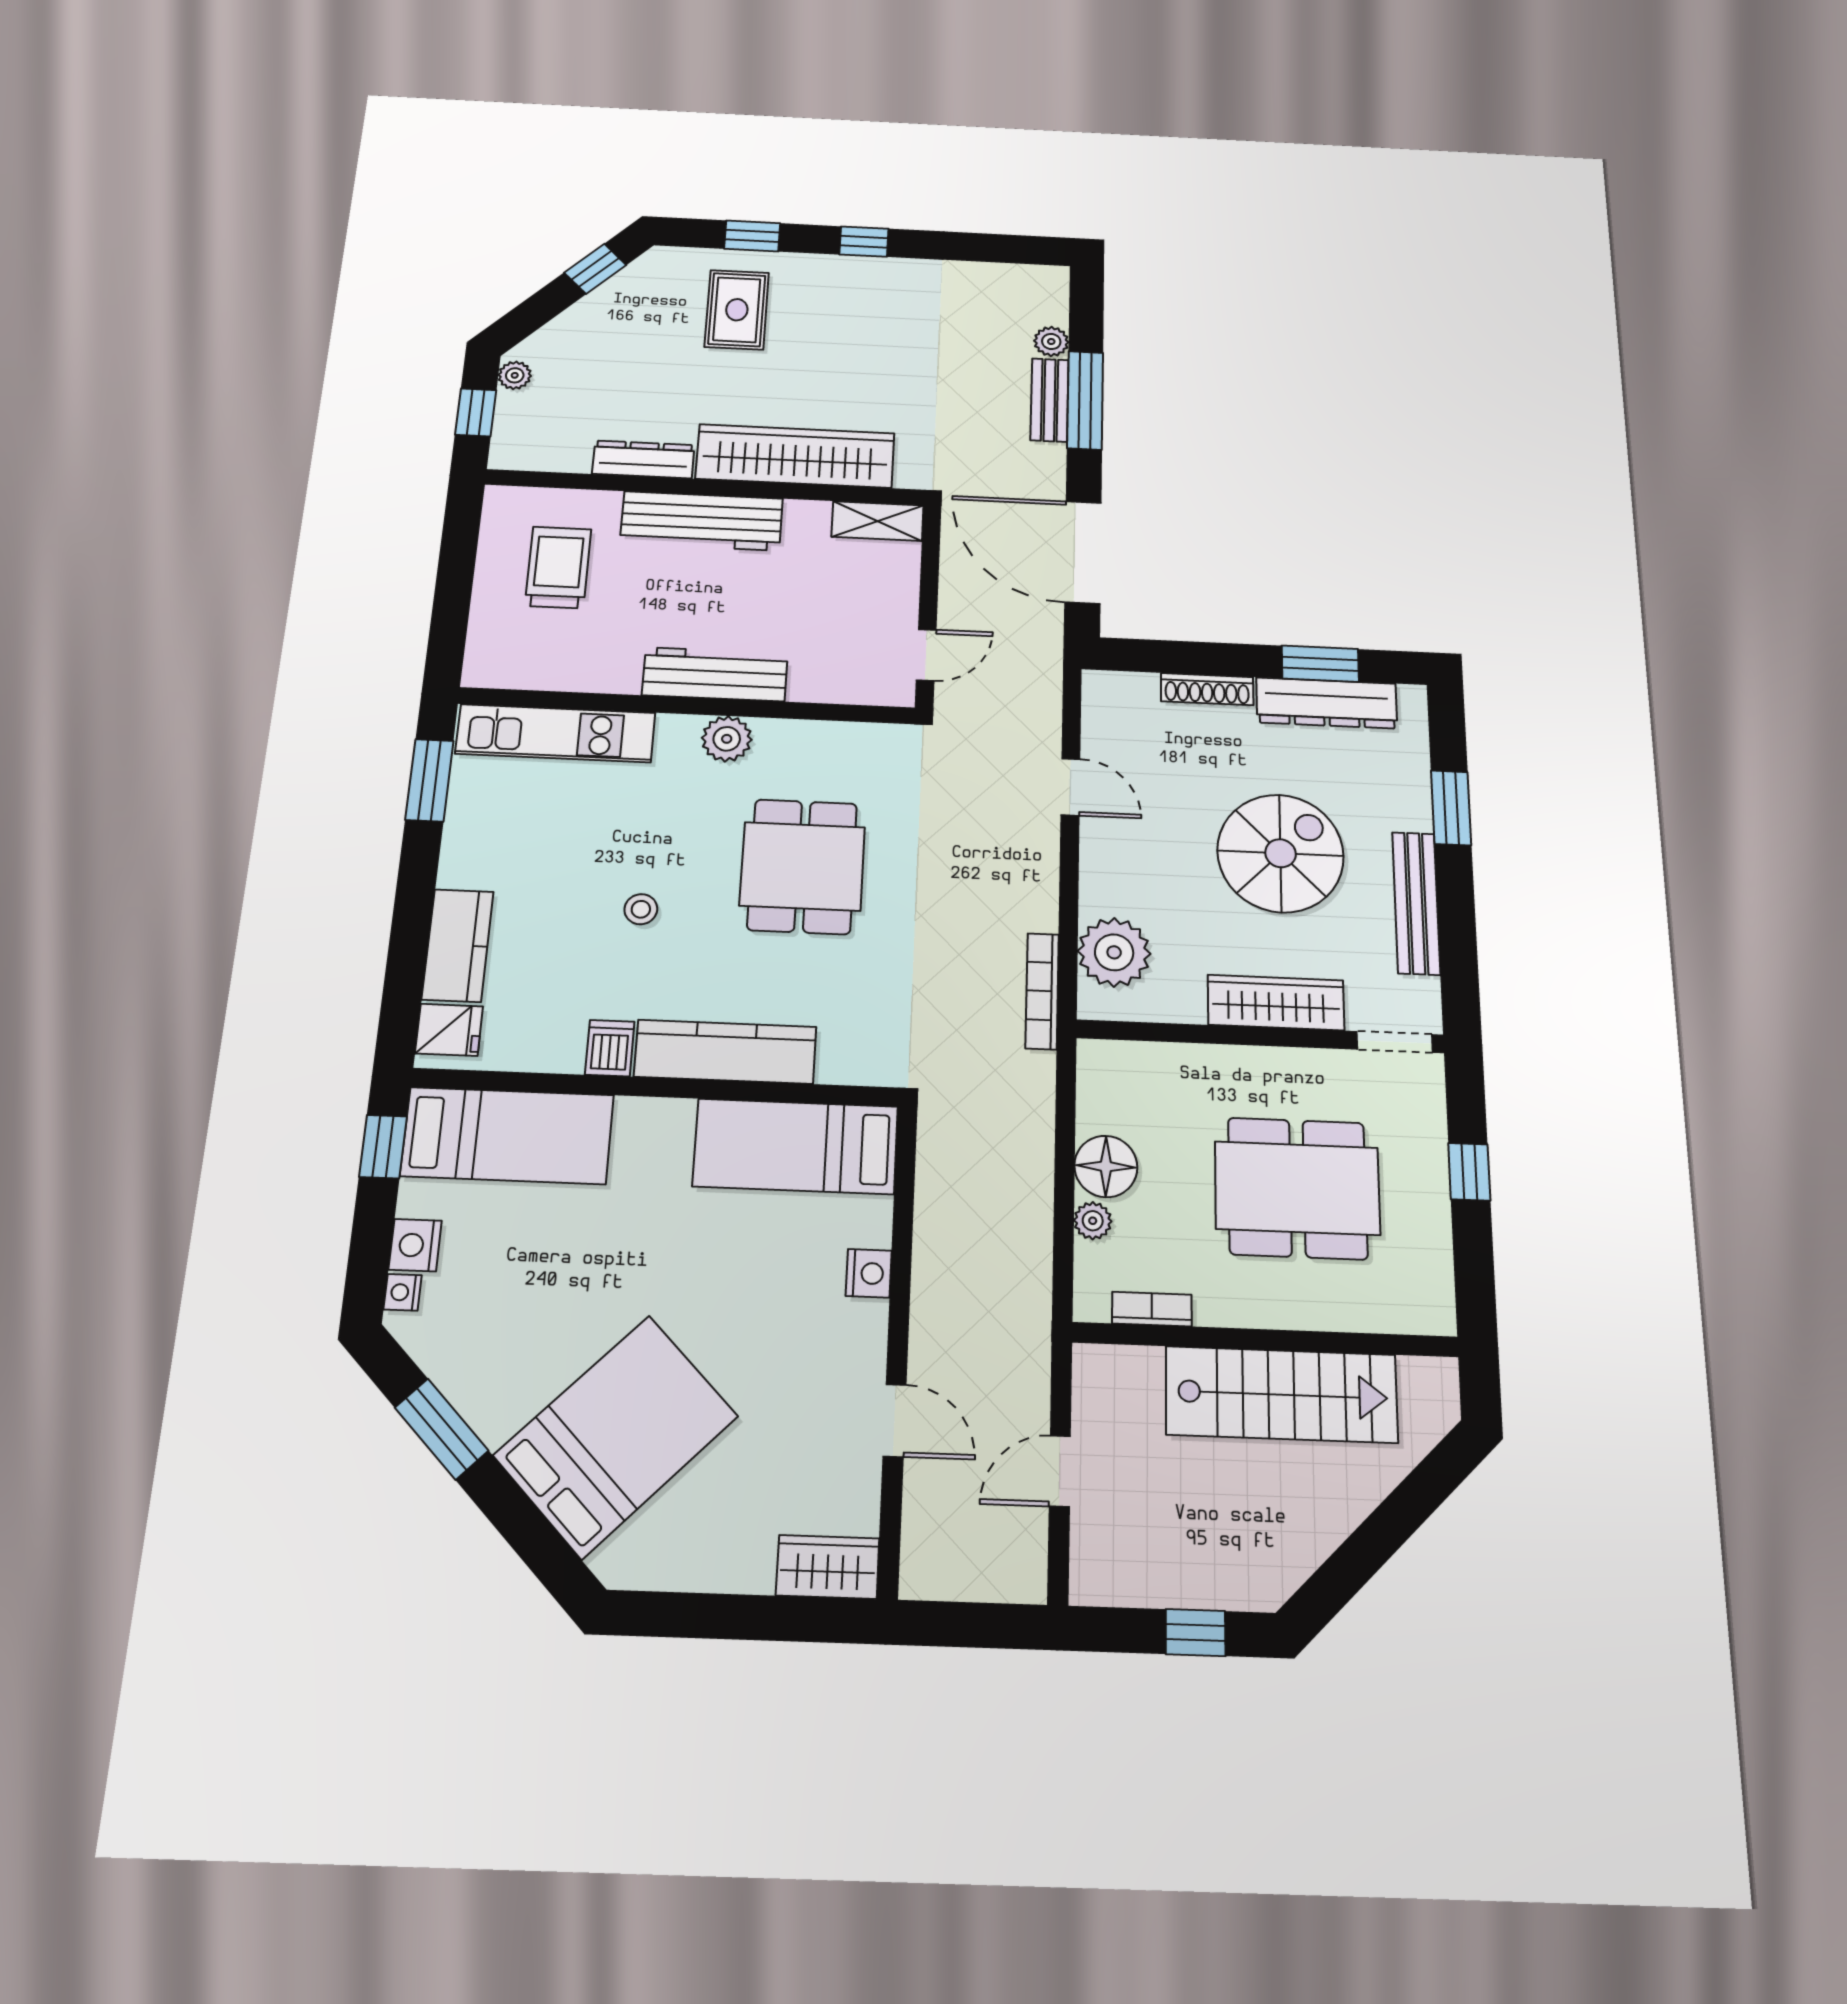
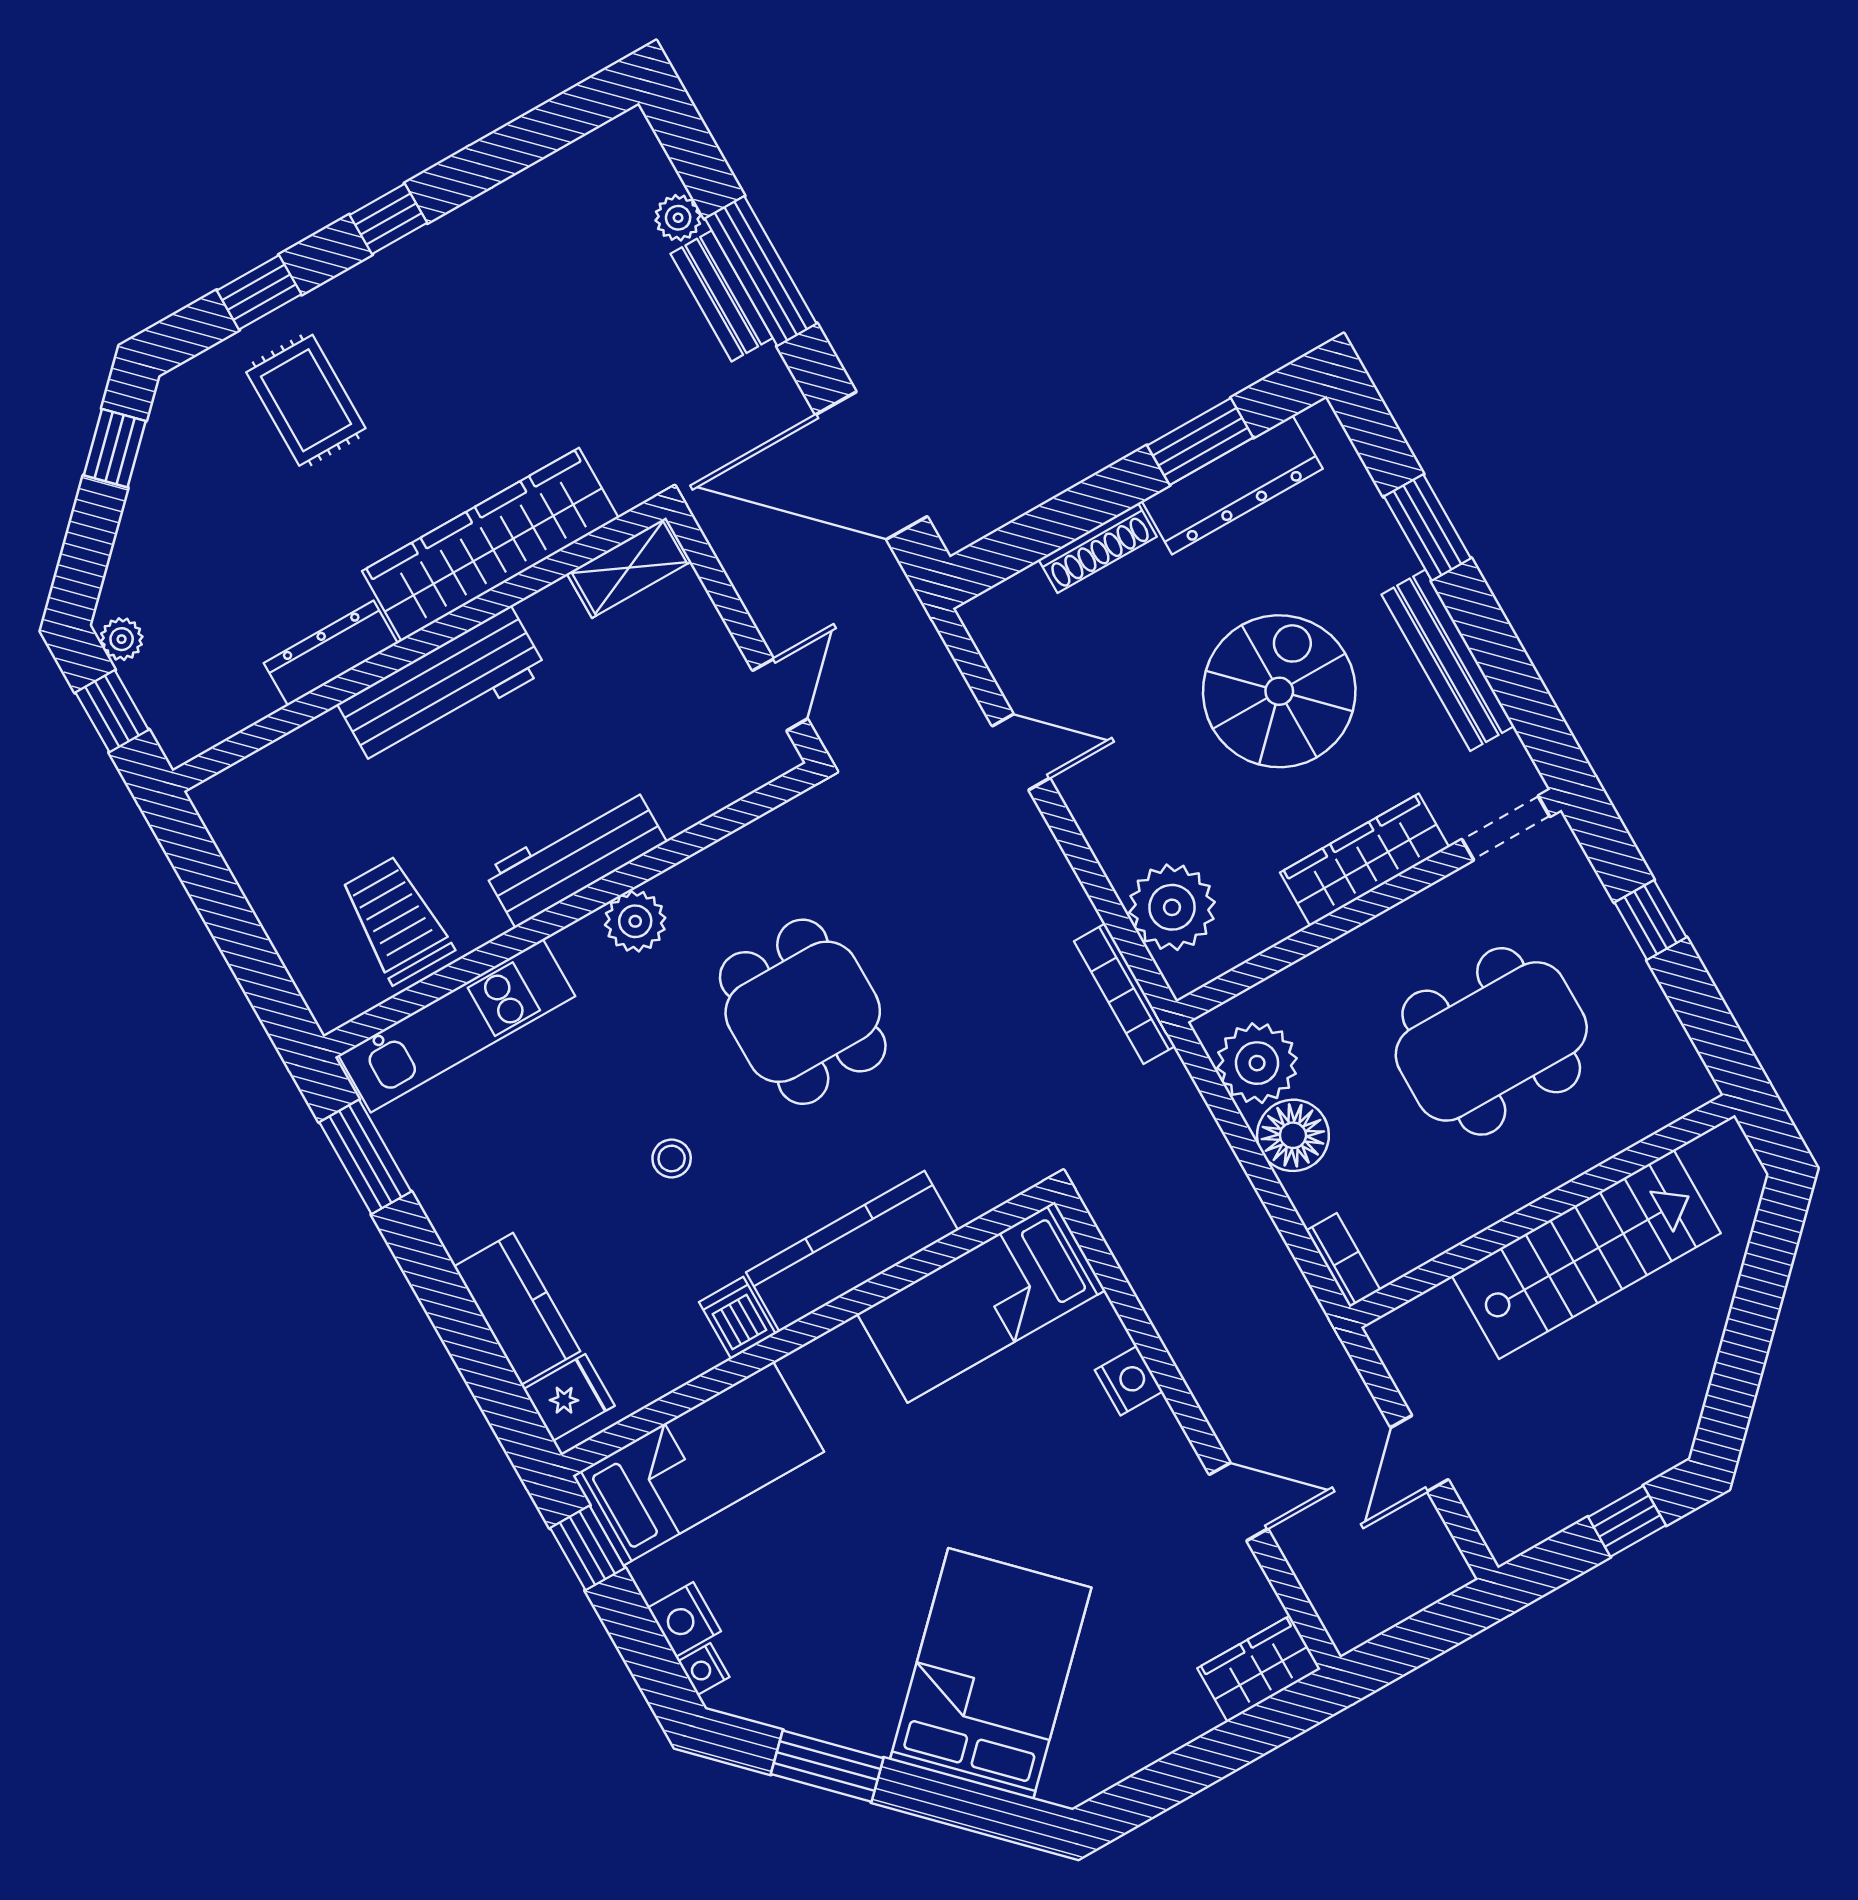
trolley: (558, 567) -> (397, 920), moved
plant: (1093, 1221) -> (1257, 1063), moved, width x1.87, depth x1.87
bookcase: (1152, 1309) -> (1343, 1260), moved, turned 90

